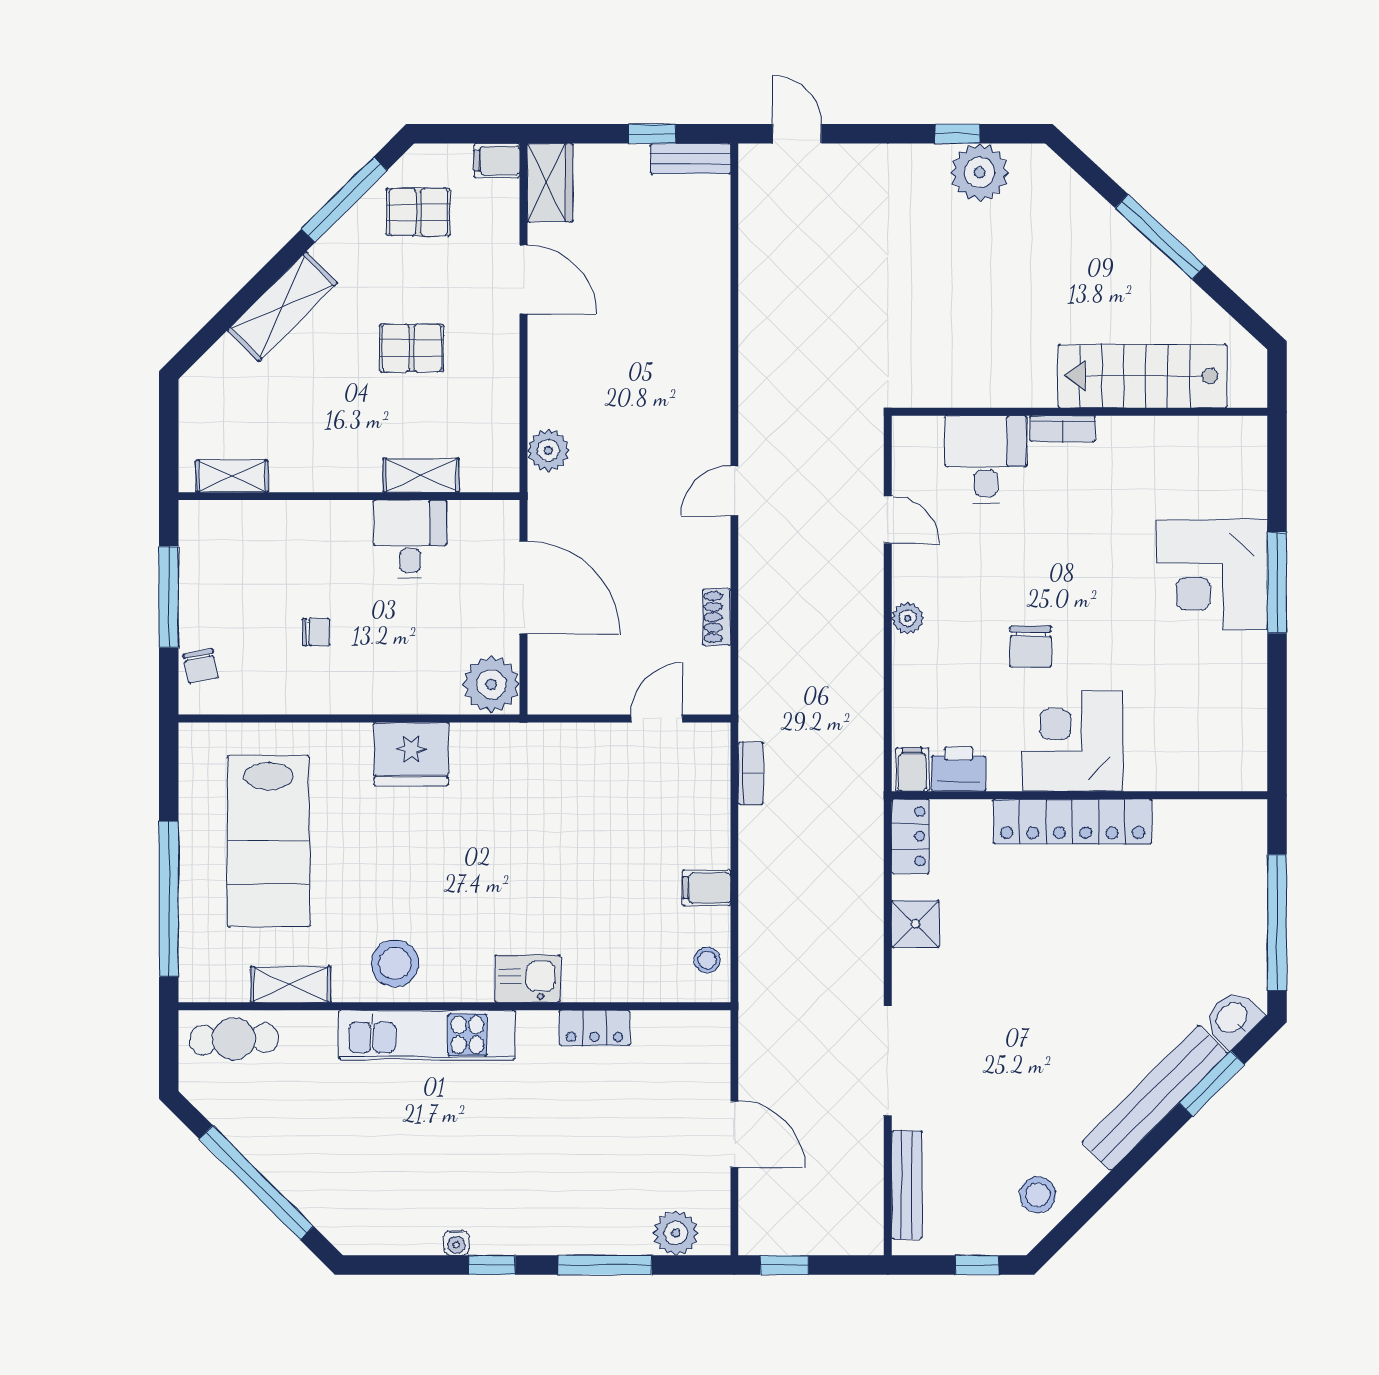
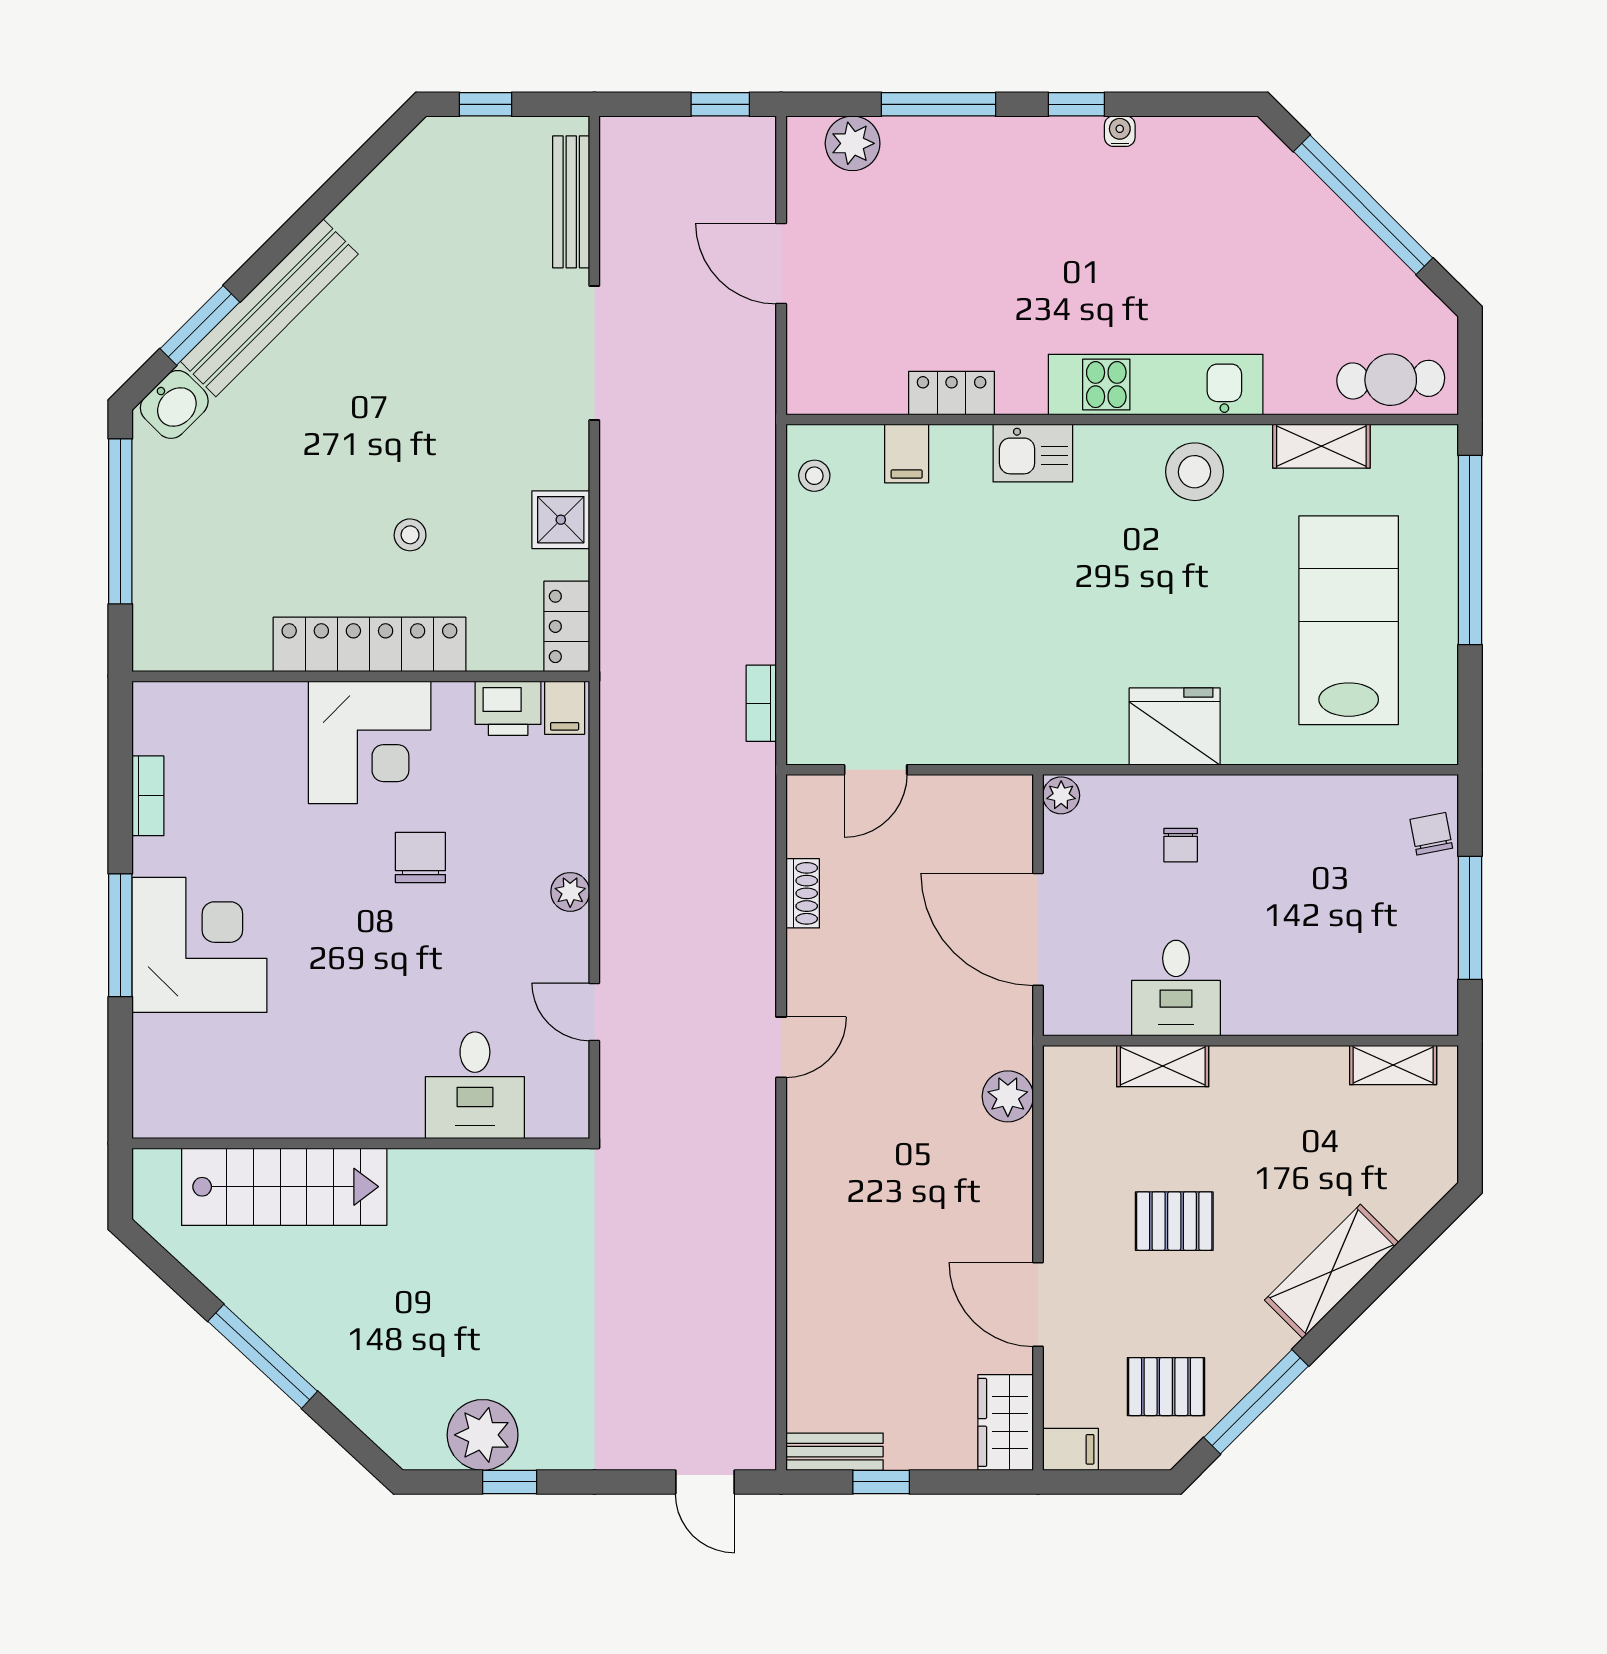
bookcase: (1062, 429) -> (148, 796), moved, turned 90
chair: (316, 632) -> (1181, 845), moved, turned -90
plant: (491, 684) -> (1061, 795), width x0.53, depth x0.53
filing cabinet: (706, 888) -> (907, 453), moved, turned 90
stool: (1038, 1195) -> (410, 535), moved, width x0.73, depth x0.73

